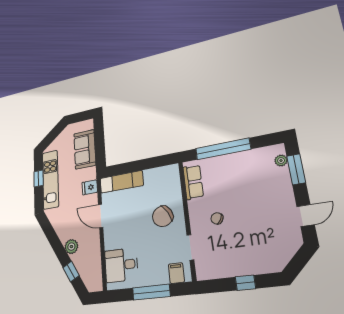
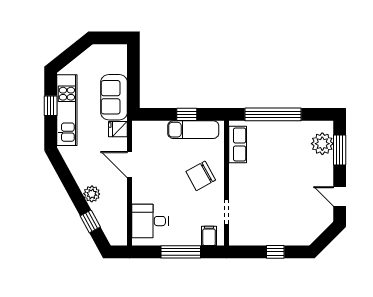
sofa: (85, 149) -> (114, 97), moved
plant: (281, 161) -> (322, 144), width x1.88, depth x1.88
window: (145, 164) -> (187, 114), added
exam couch: (122, 182) -> (193, 130), moved
door: (306, 216) -> (340, 196), swing flipped
chair: (217, 218) -> (257, 187), removed

